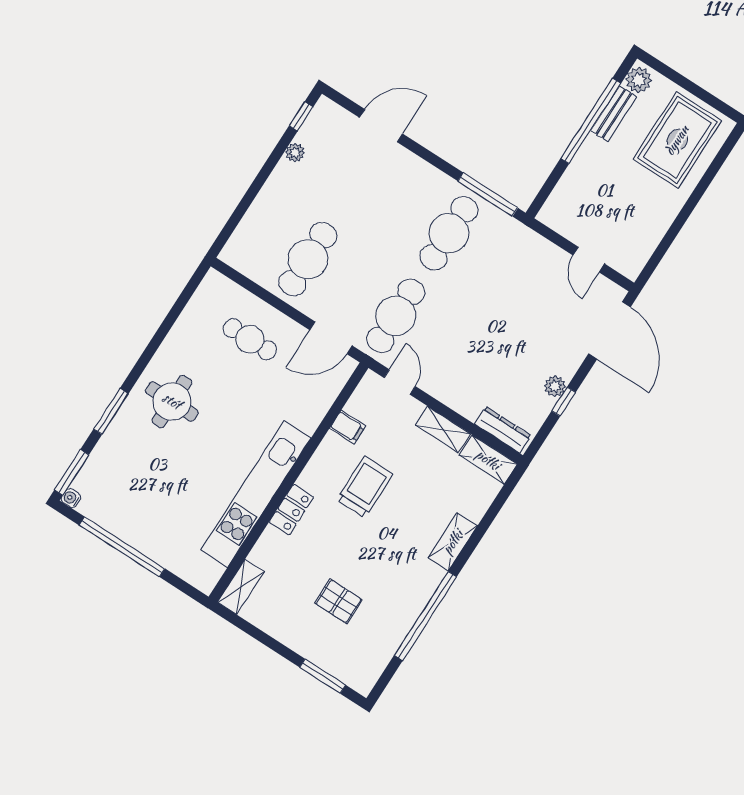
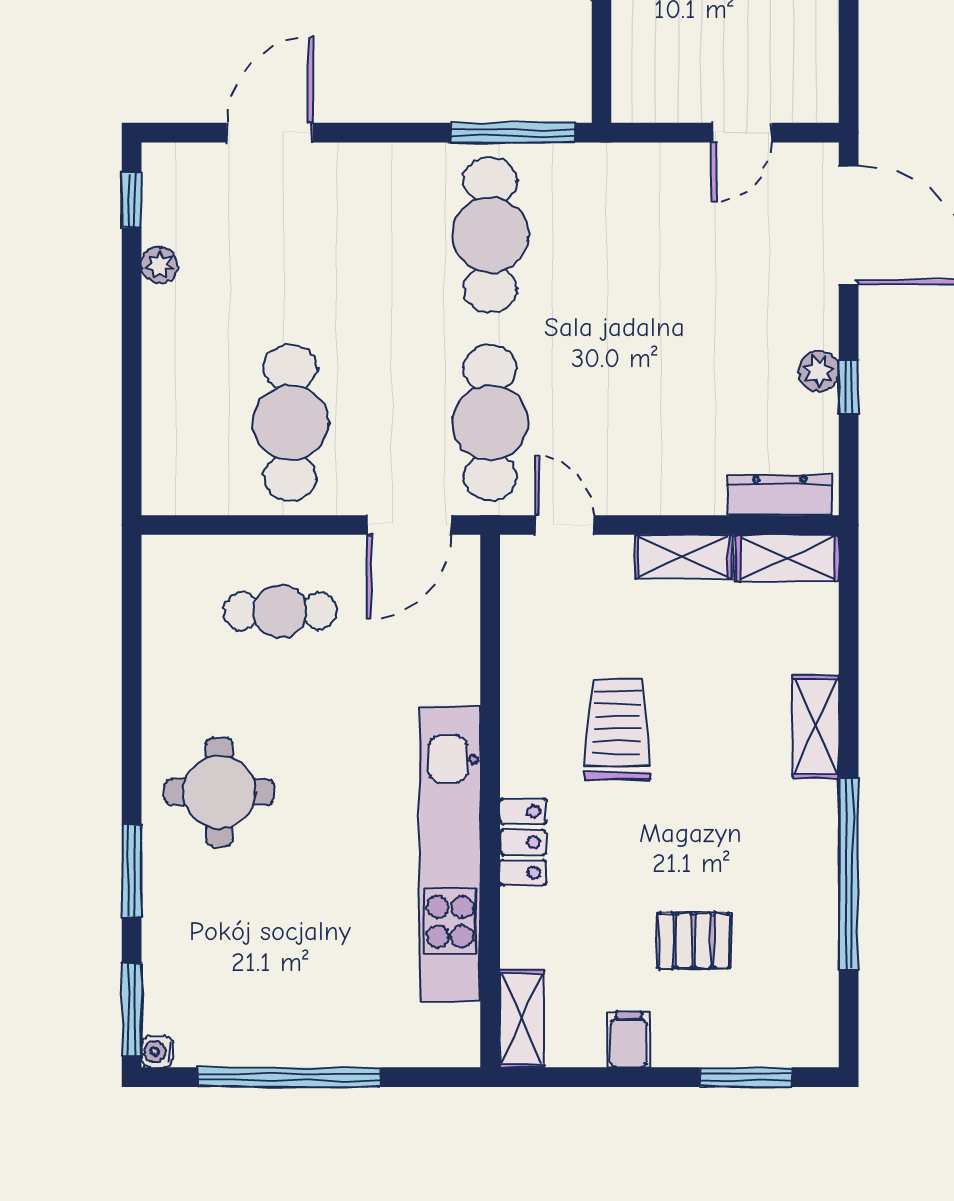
door: (589, 260) -> (742, 133), hinge flipped
filing cabinet: (348, 427) -> (629, 1039), moved, turned -90

